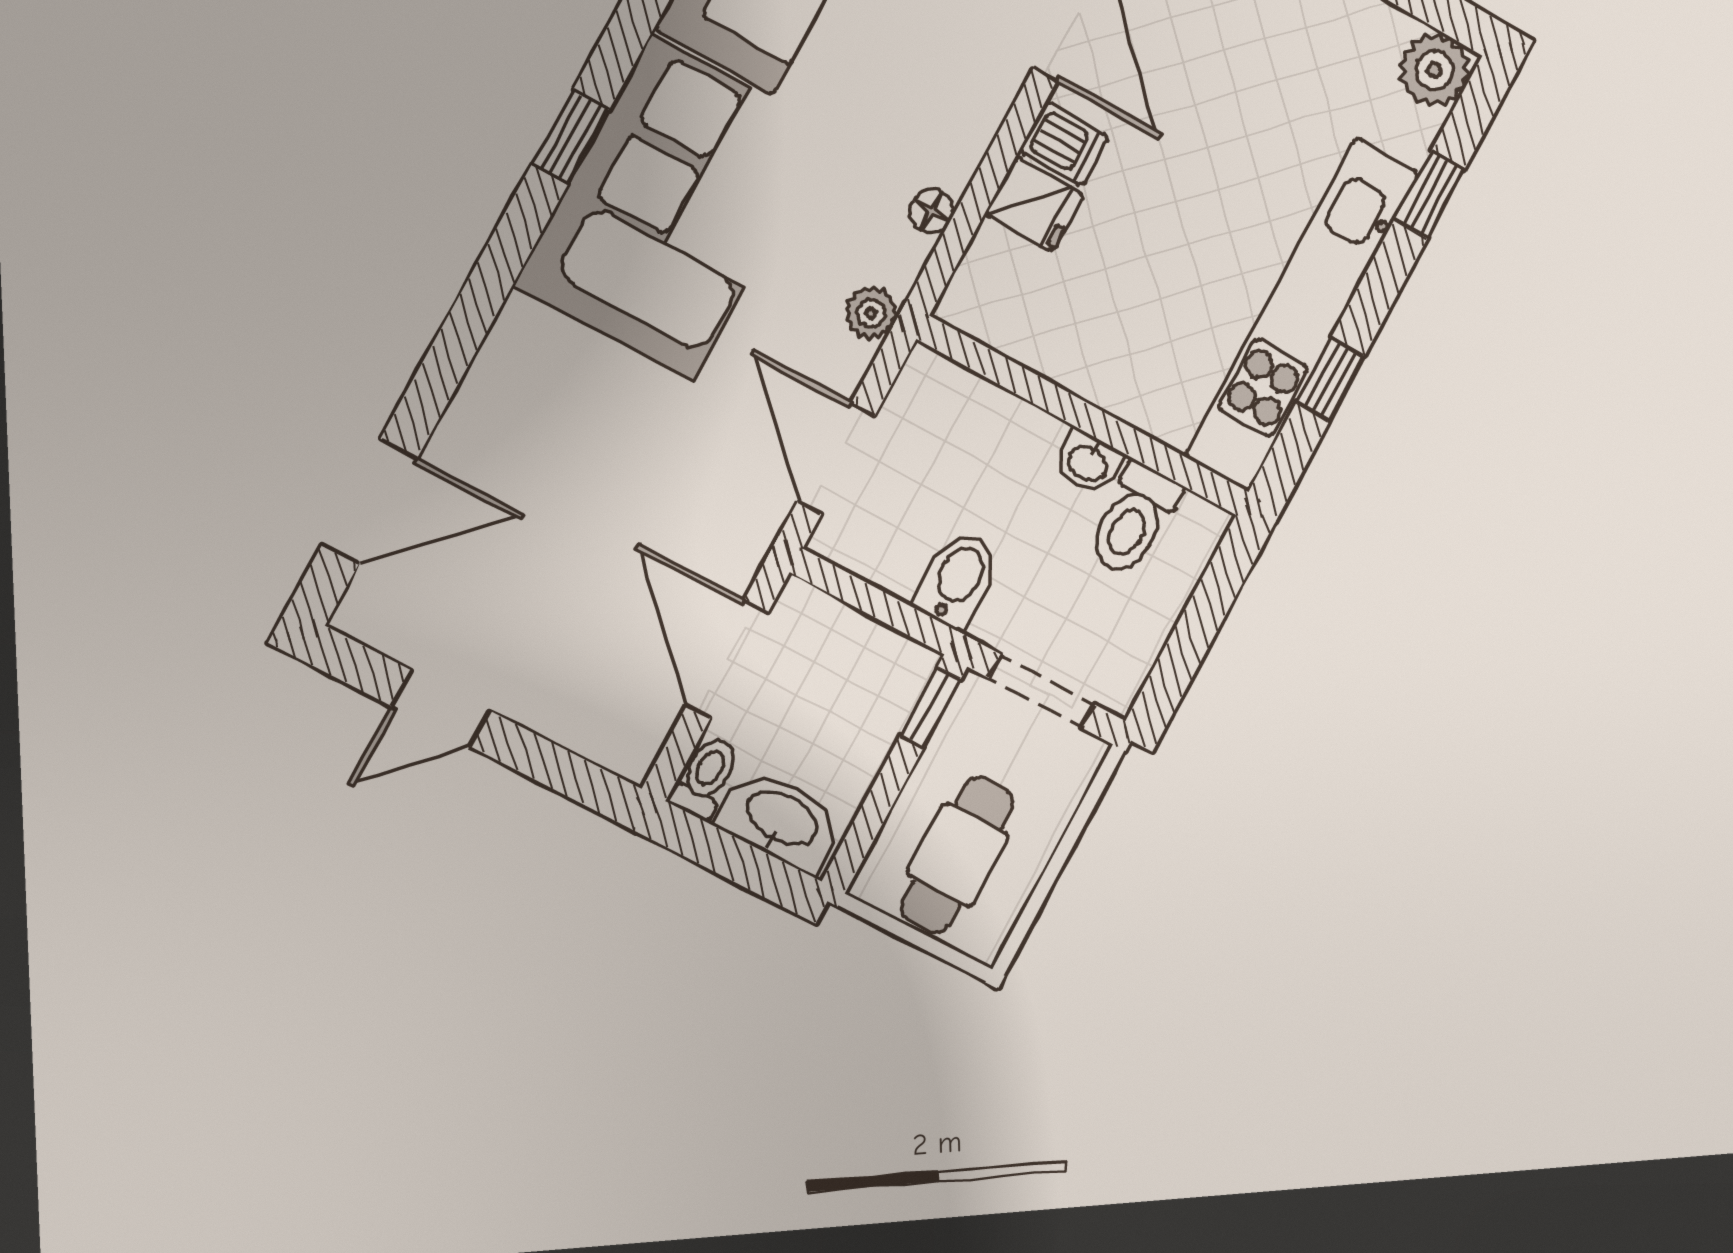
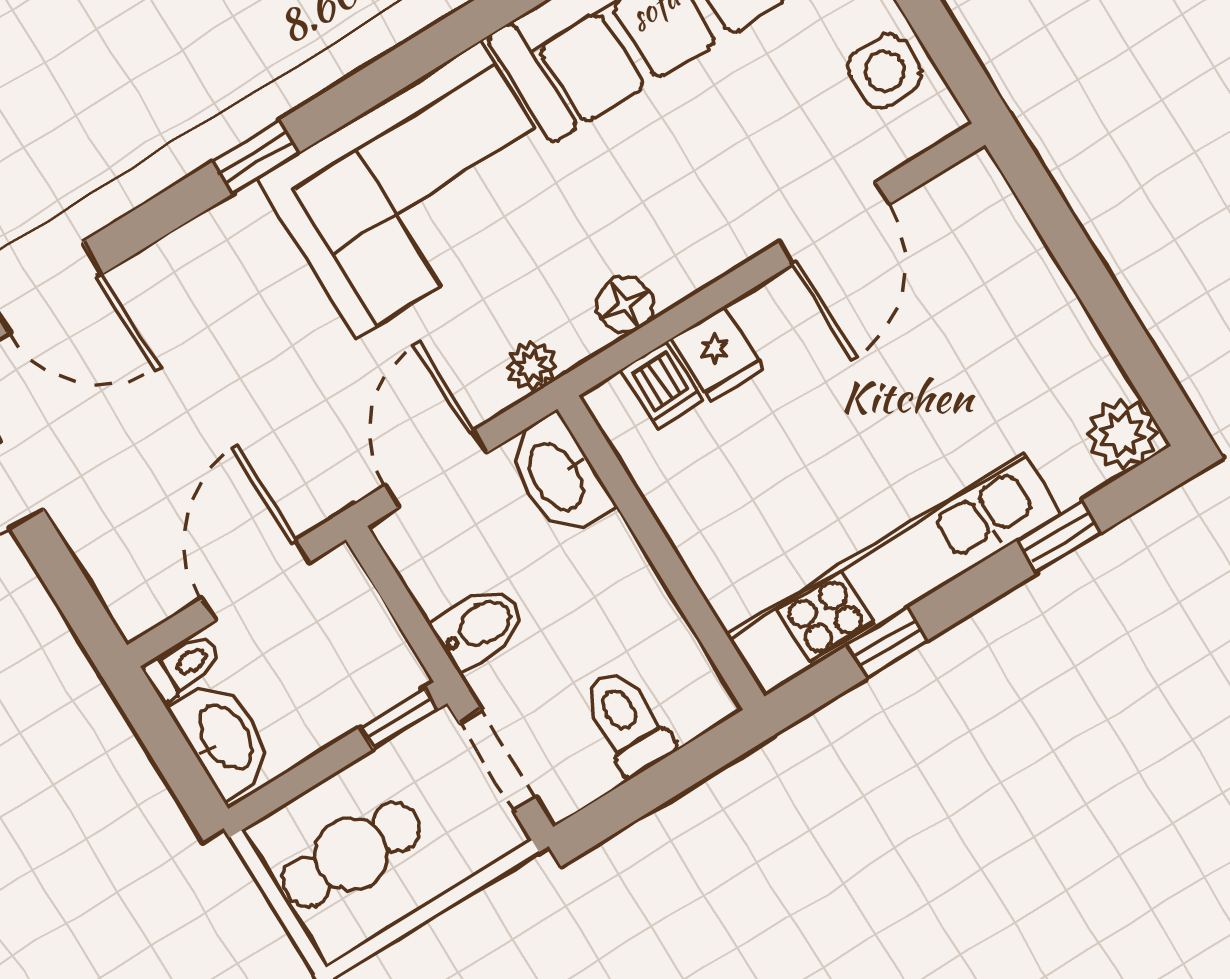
window: (571, 136) -> (256, 157), moved
dishwasher: (1064, 144) -> (662, 385), moved
floor lamp: (932, 211) -> (625, 305), width x1.37, depth x1.37
washbasin: (1088, 462) -> (558, 475), moved, width x1.91, depth x1.45
toilet: (1134, 520) -> (627, 722), moved, turned 90

